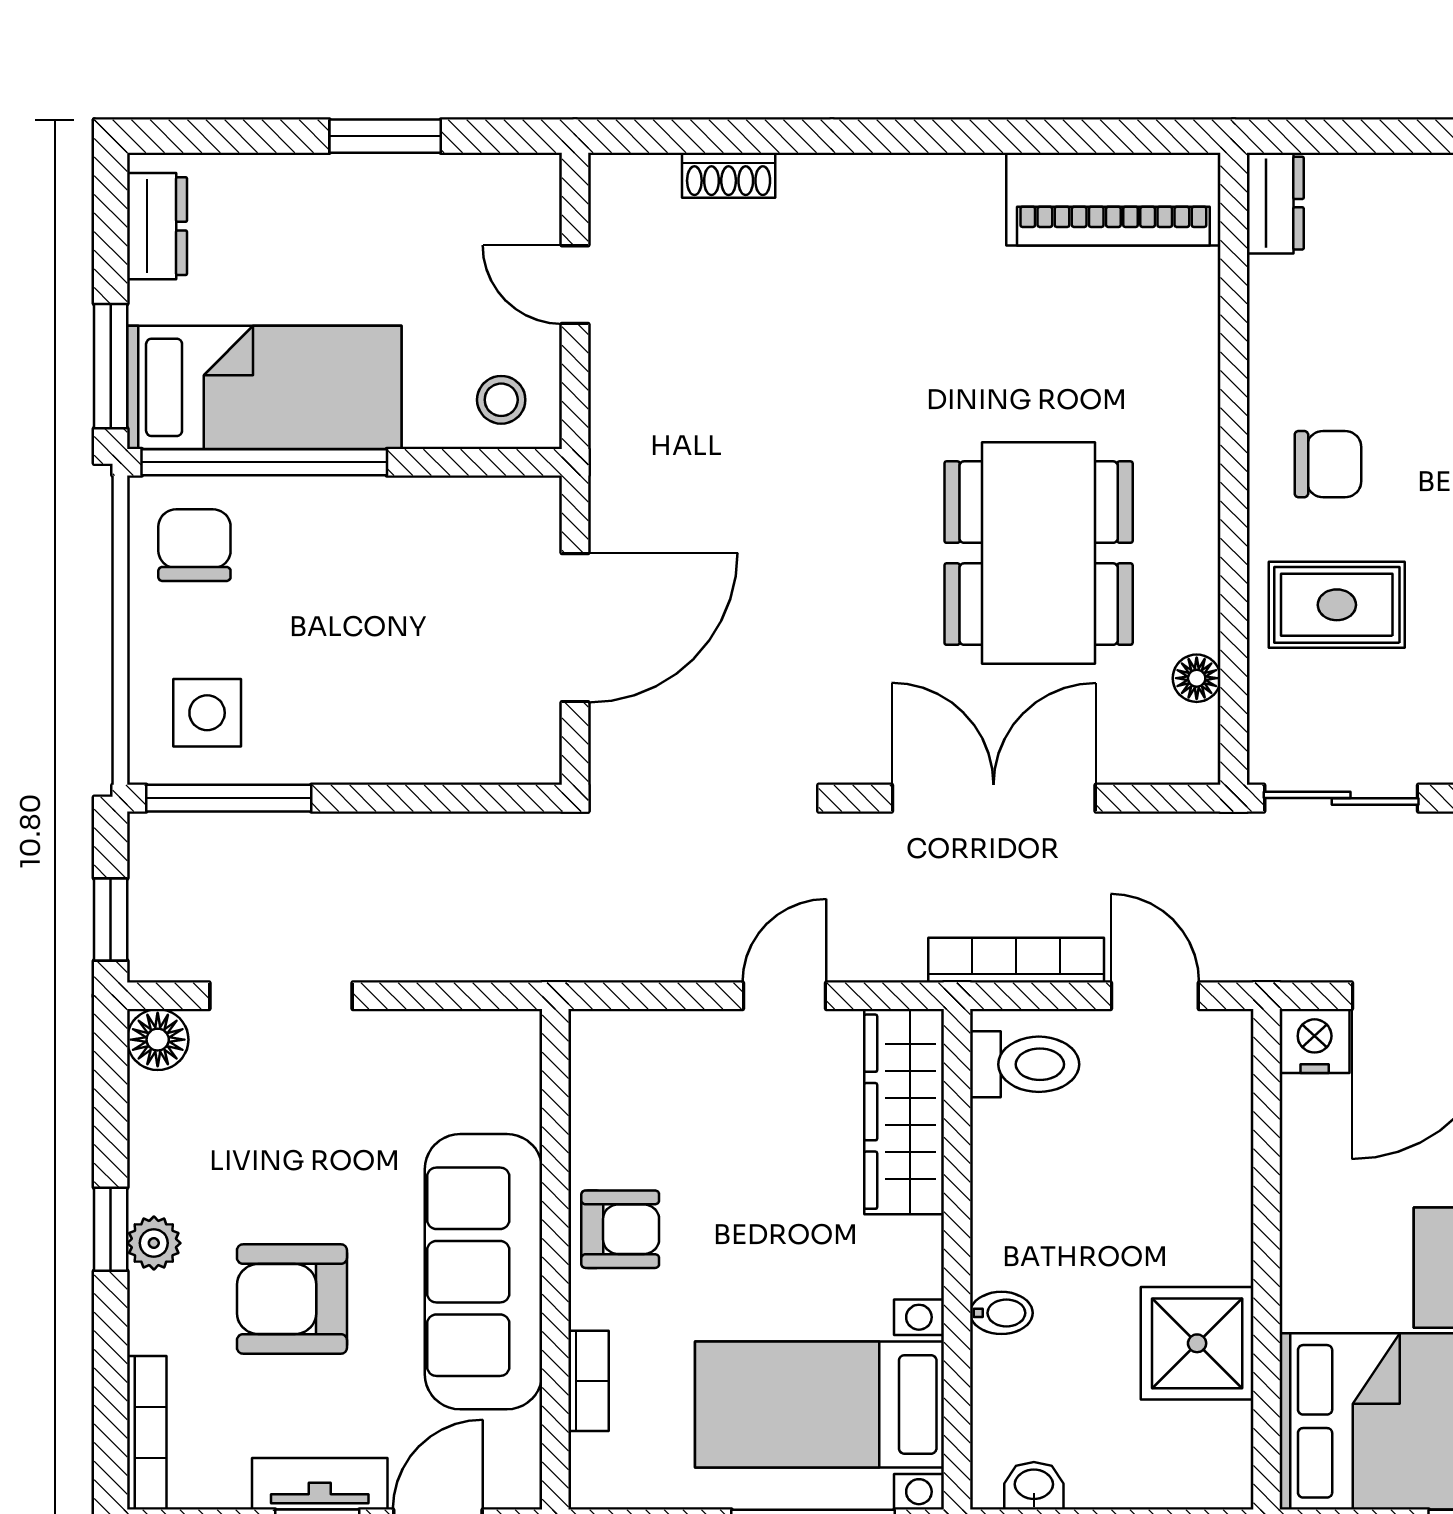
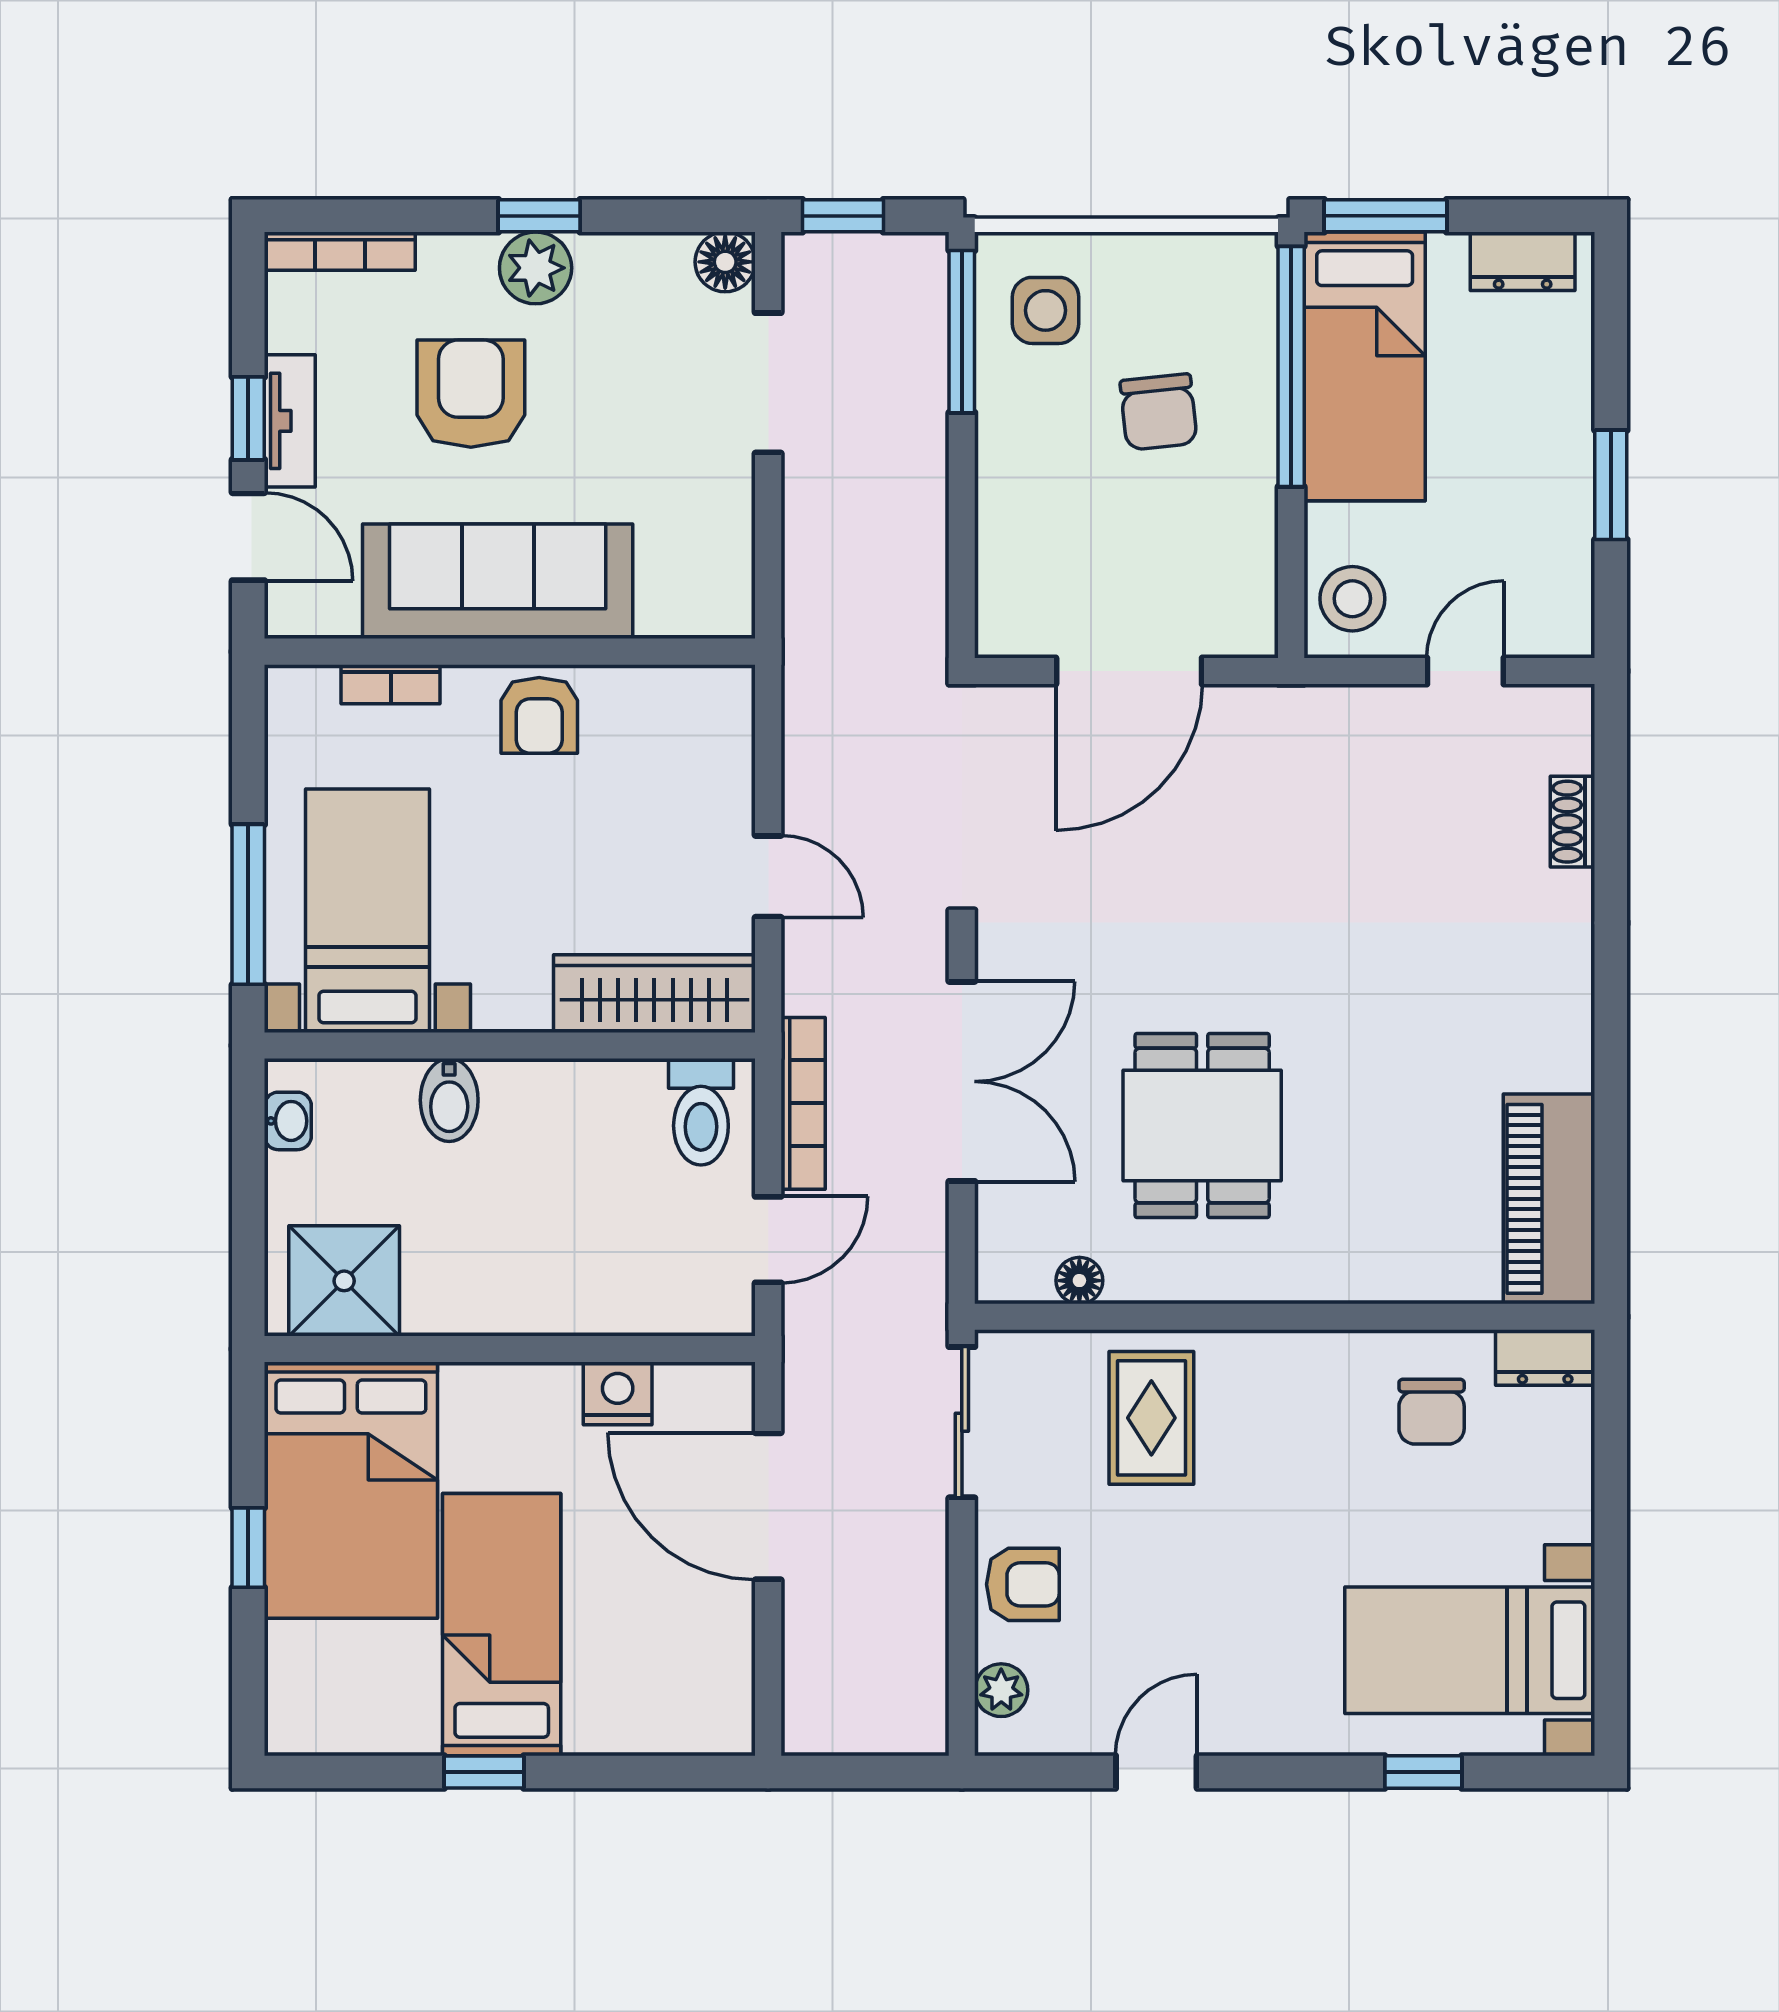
stool: (501, 400) -> (1352, 599), width x1.37, depth x1.37
chair: (1328, 464) -> (1432, 1412), moved
chair: (194, 545) -> (1159, 412), moved, turned 84
dining table: (1039, 553) -> (1202, 1126), width x0.73
door: (575, 628) -> (1129, 671), hinge flipped
nightstand: (1315, 1041) -> (618, 1393), moved, turned -90
plant: (154, 1243) -> (536, 268), width x1.38, depth x1.38
bidet: (1001, 1313) -> (449, 1100), width x1.38, depth x1.36
shower: (1197, 1343) -> (344, 1281), moved

